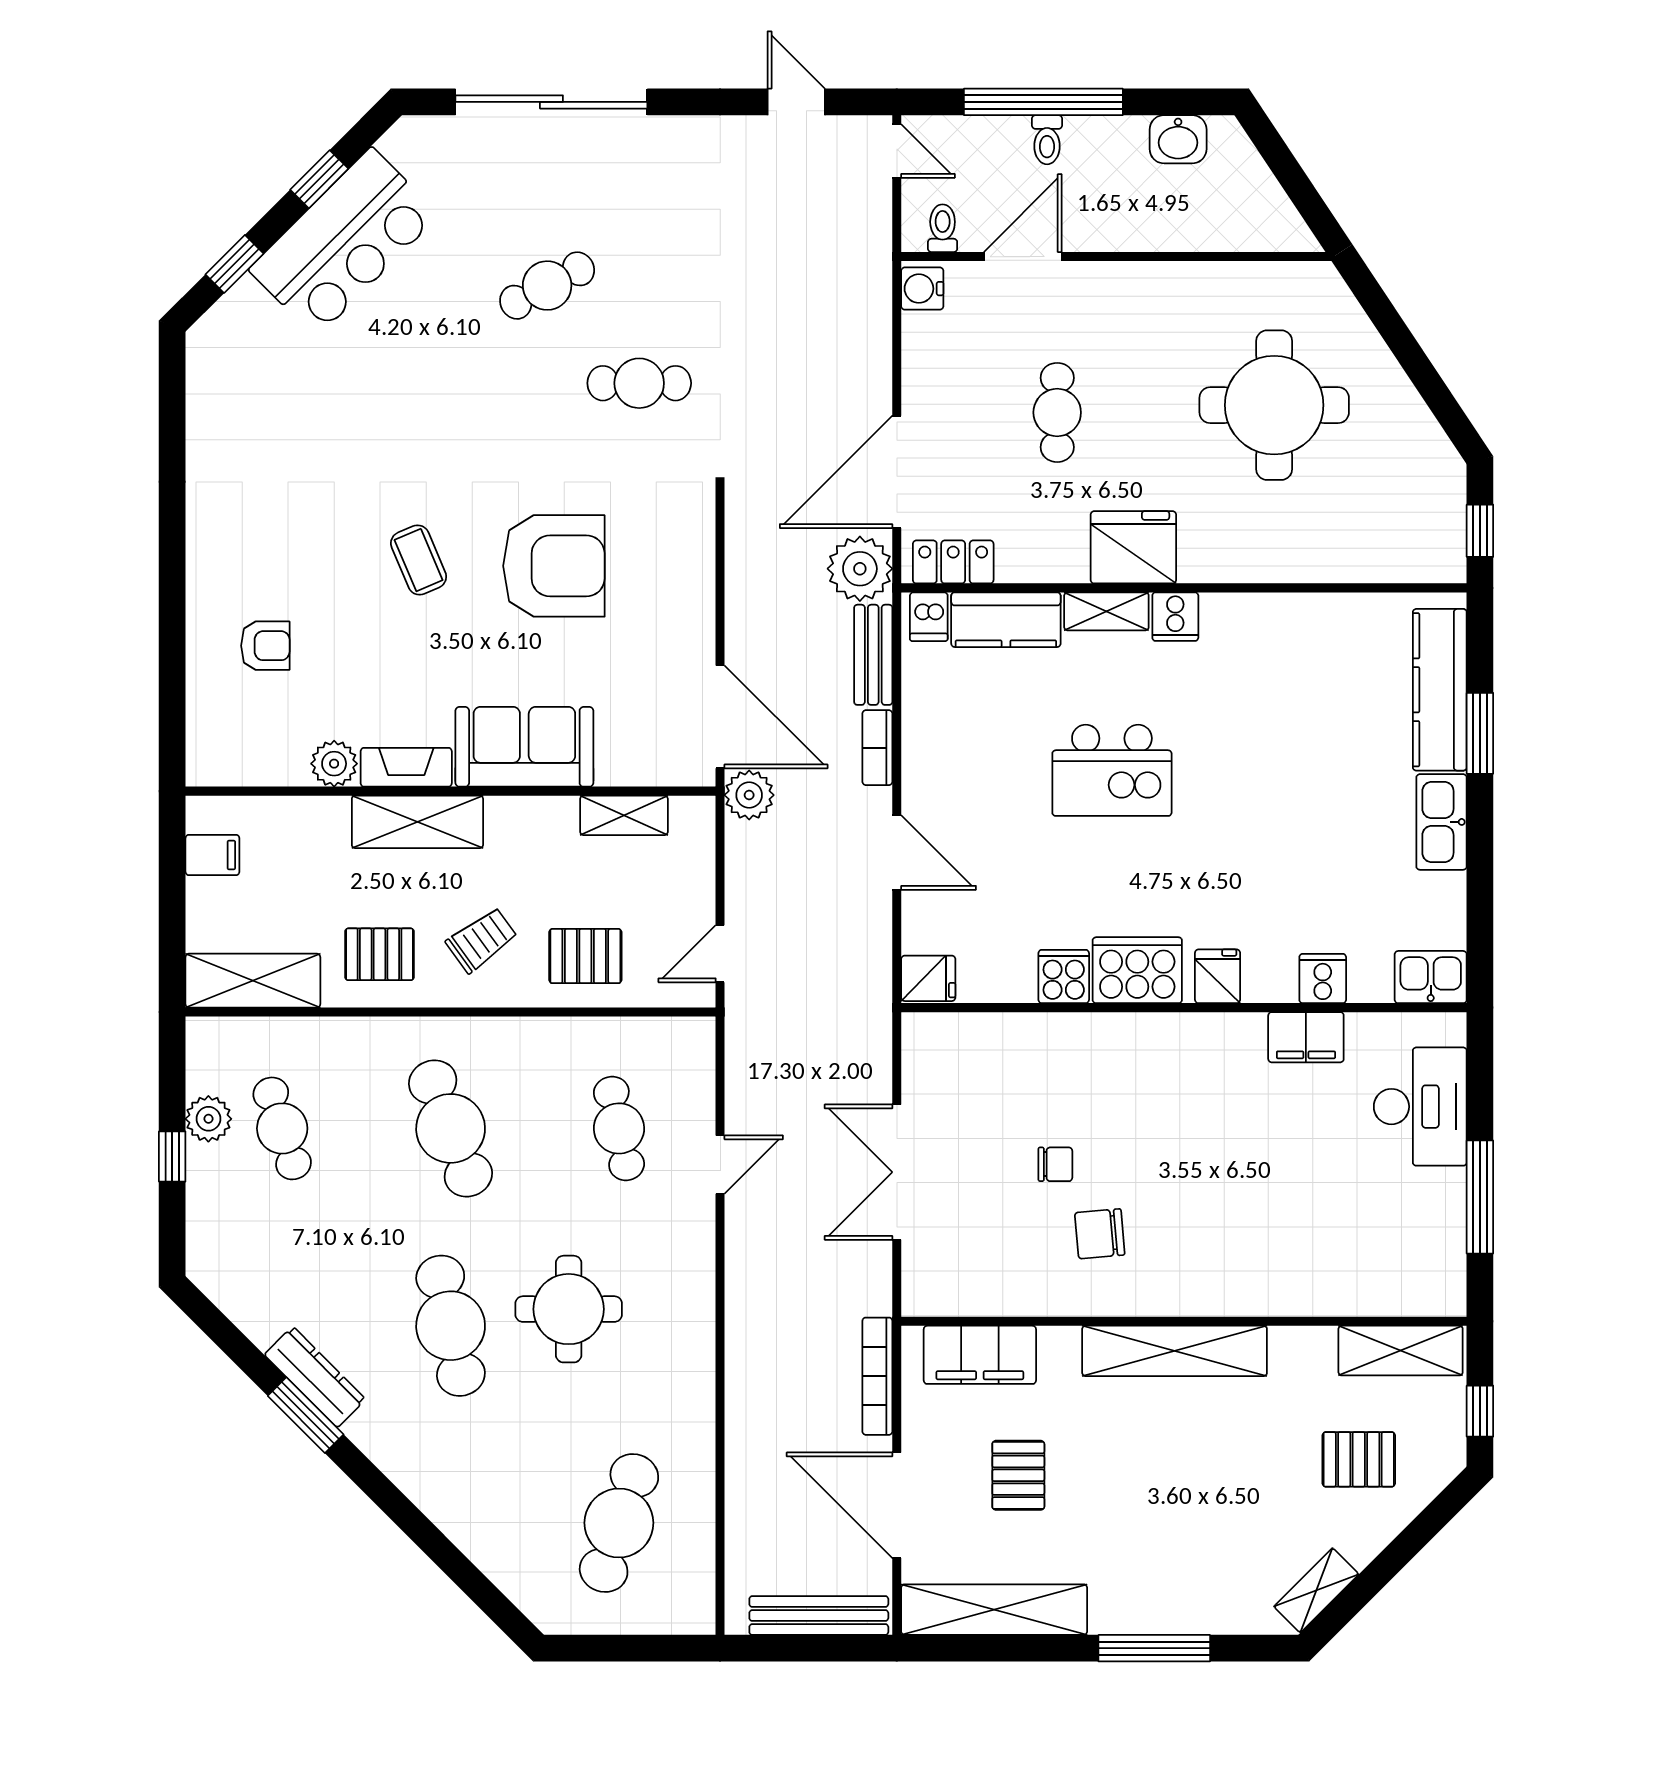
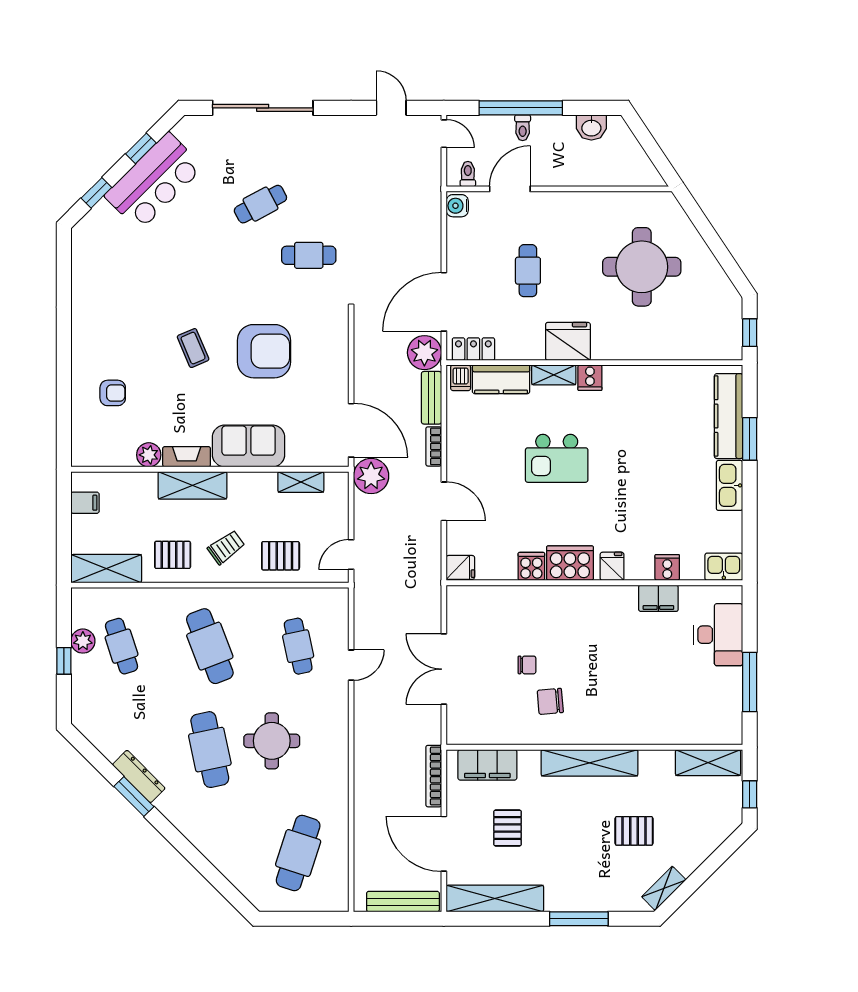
plant: (749, 795) -> (371, 476), width x1.36, depth x1.36
pallet: (1359, 1459) -> (634, 831), moved

